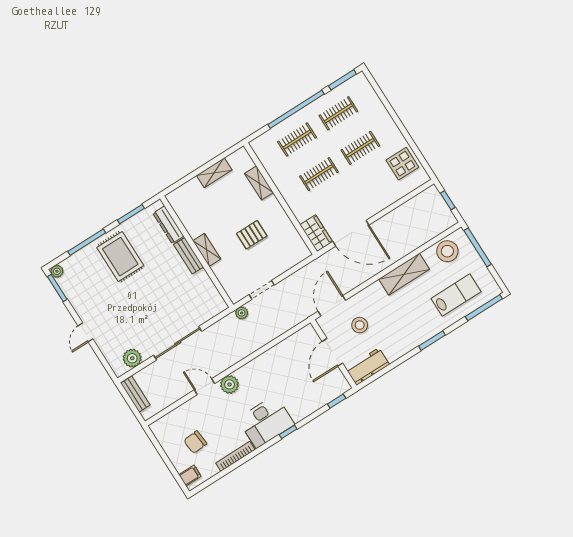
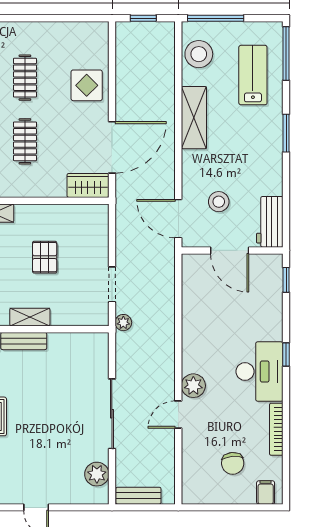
display table: (402, 164) -> (87, 85), moved

